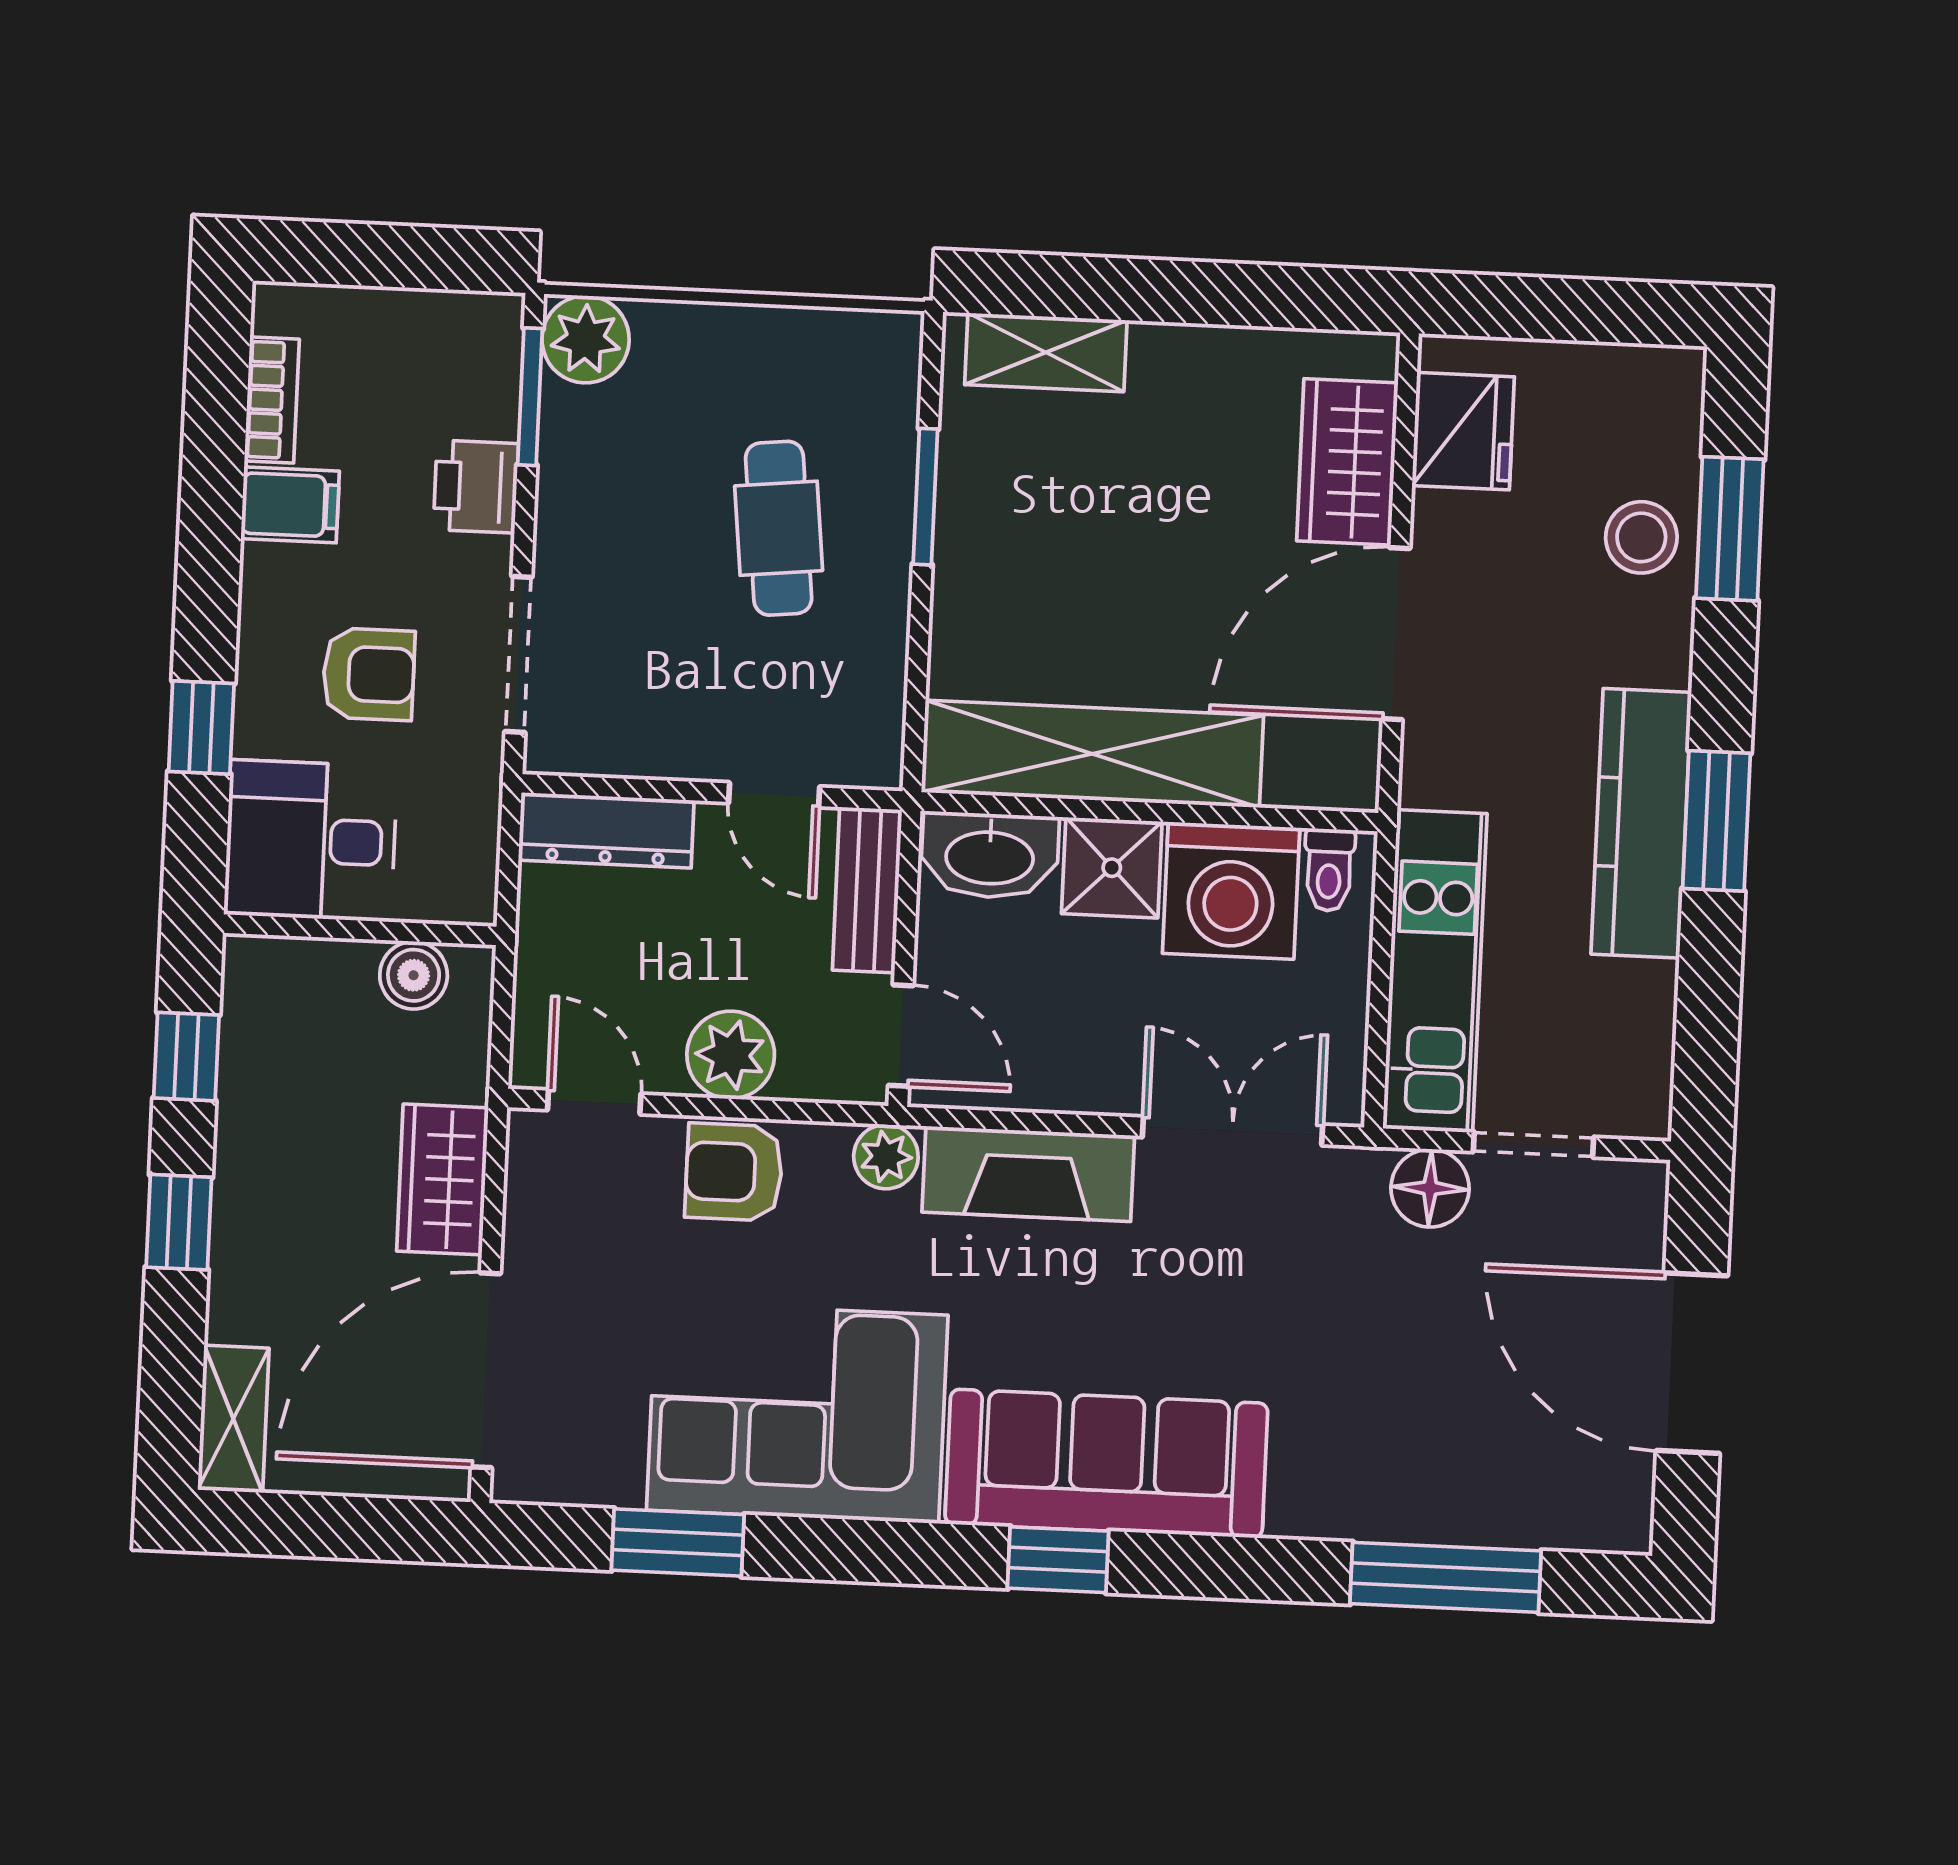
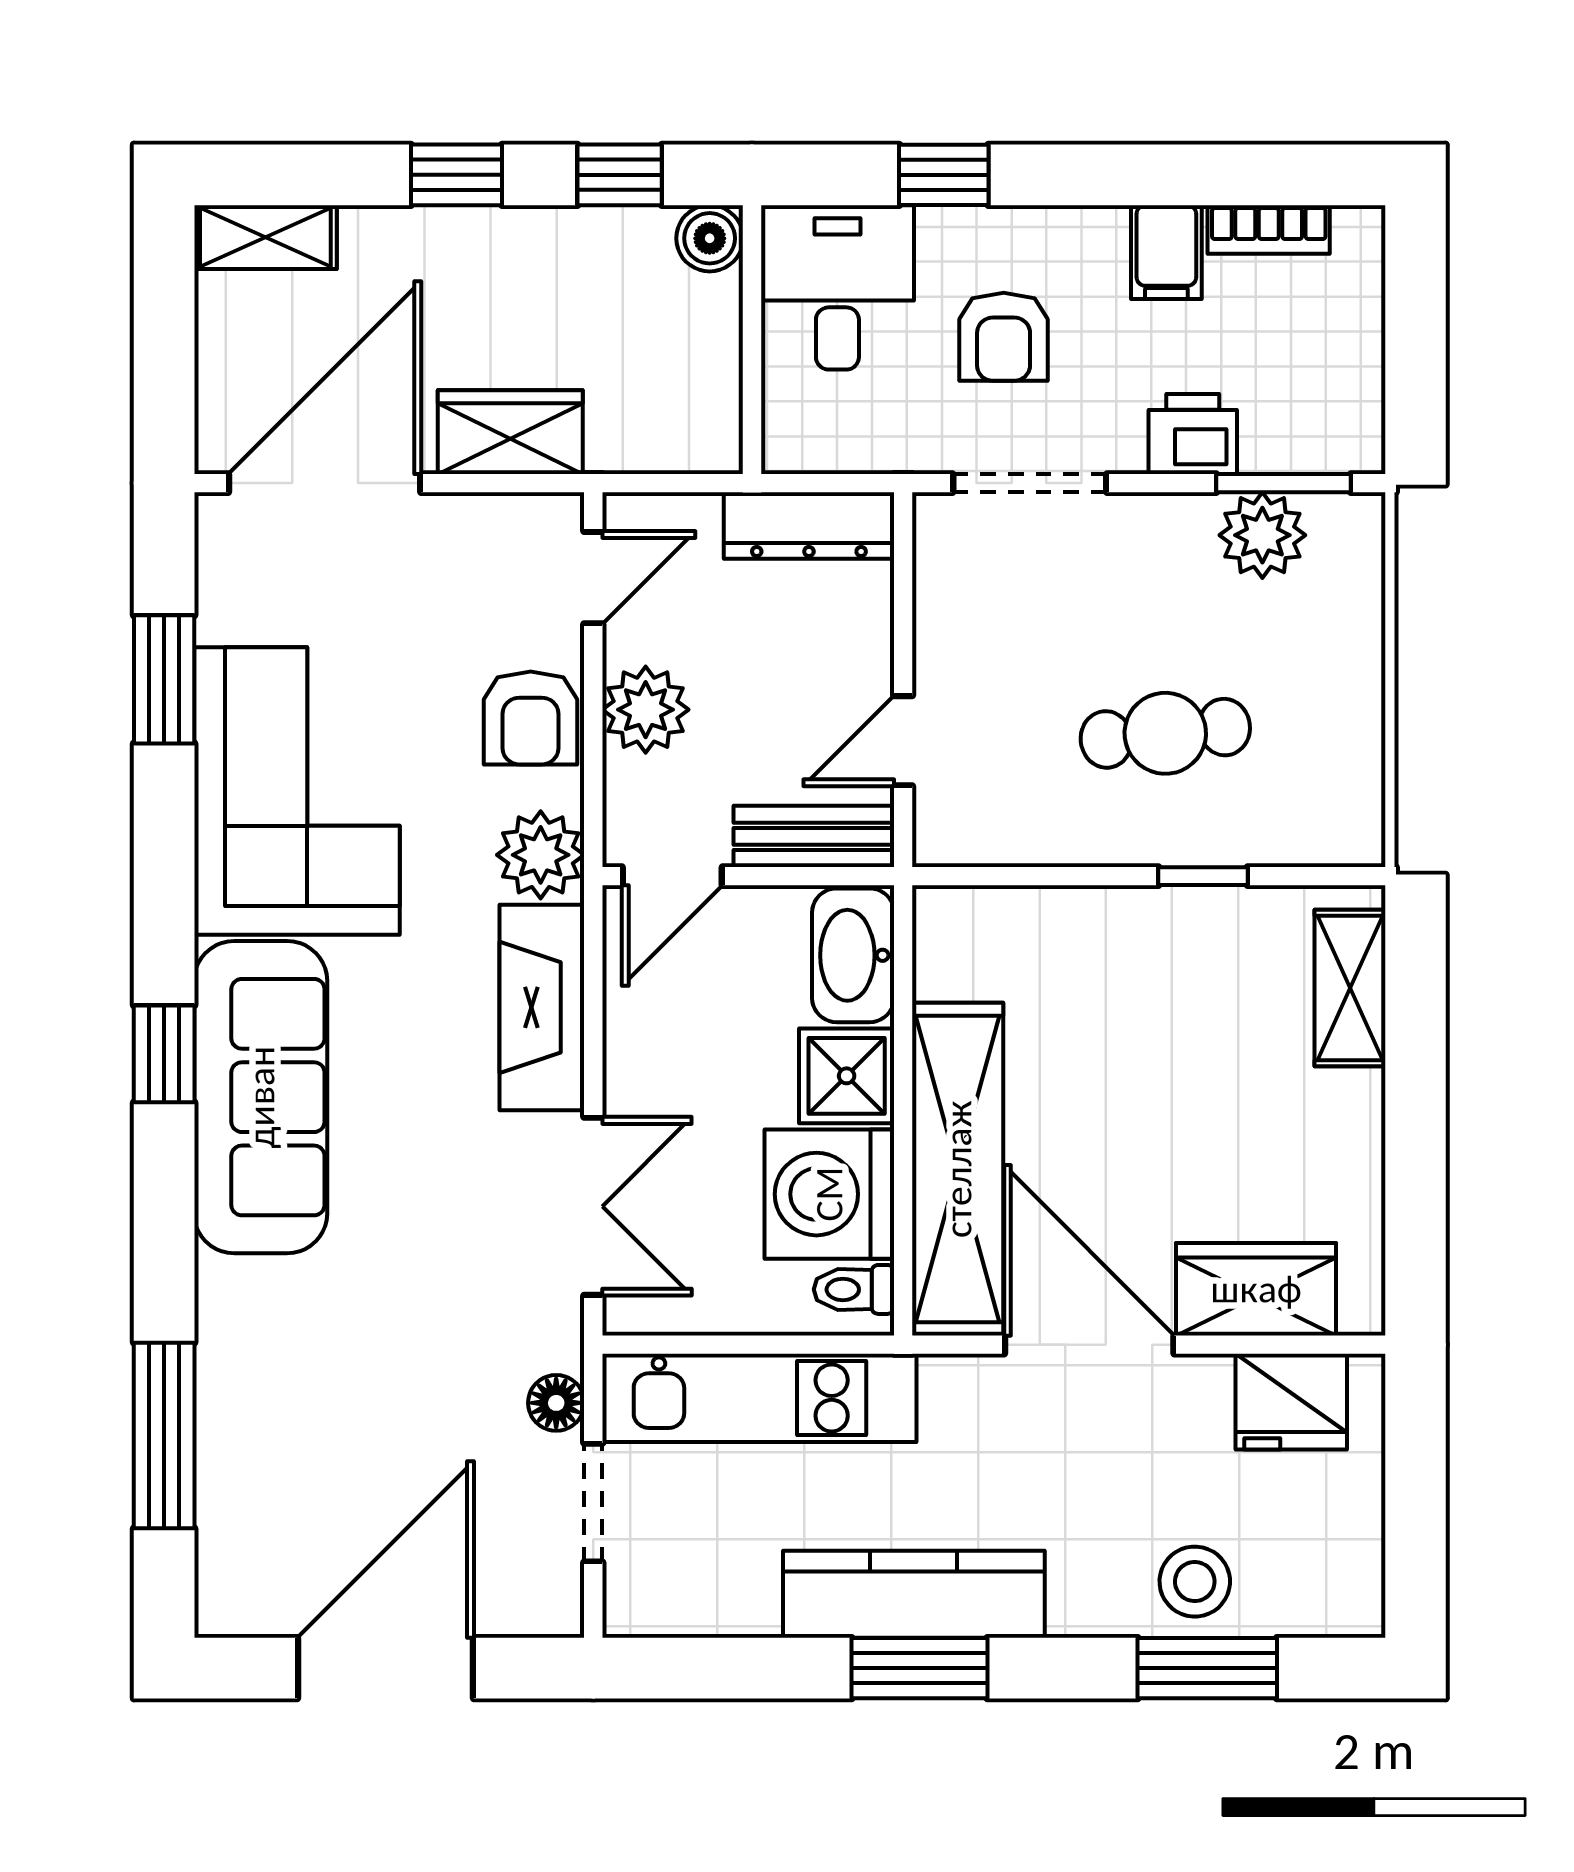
plant: (586, 339) -> (1262, 535), moved
window: (925, 497) -> (1203, 876), width x0.67
shelving: (1092, 754) -> (958, 1169), moved
dresser: (606, 830) -> (809, 525), moved, turned -90
boiler: (414, 975) -> (710, 238), moved
plant: (886, 1157) -> (541, 855), width x1.38, depth x1.38
armchair: (734, 1172) -> (531, 718), turned 180
floor lamp: (1430, 1188) -> (556, 1403), width x0.73, depth x0.73
door: (486, 1370) -> (325, 483), hinge flipped

